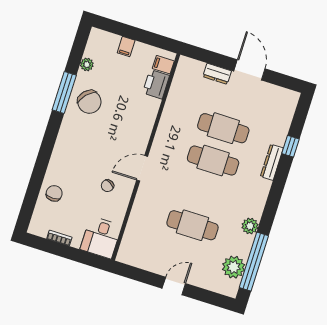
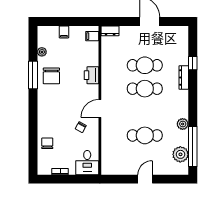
dresser: (217, 74) -> (110, 31), moved
printer: (156, 84) -> (91, 75), moved
chair: (89, 102) -> (51, 76), turned 47

